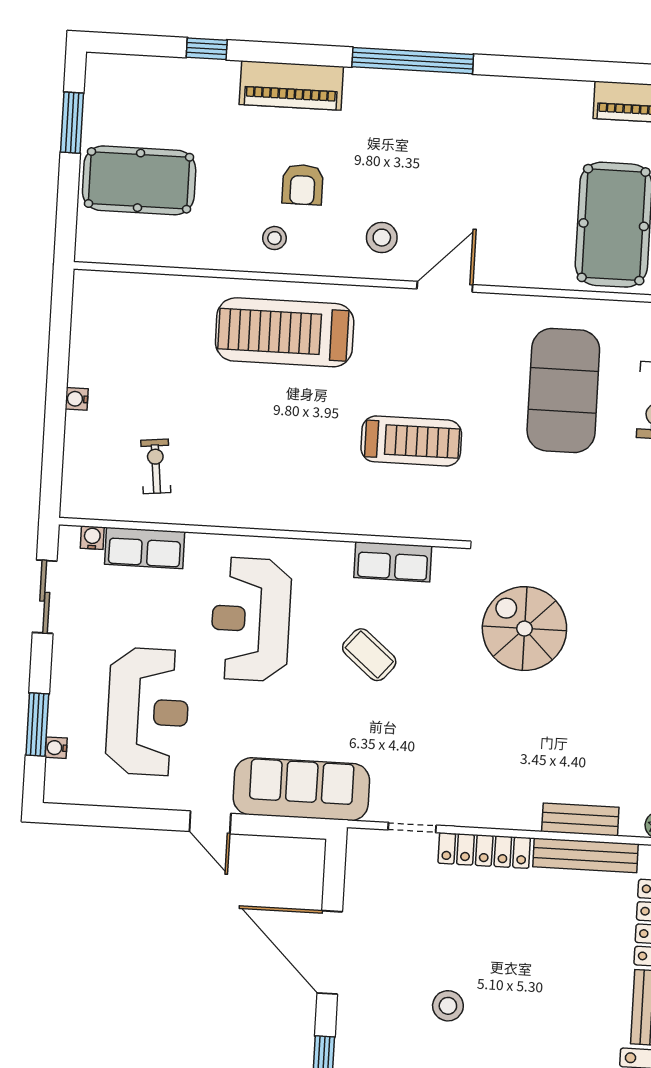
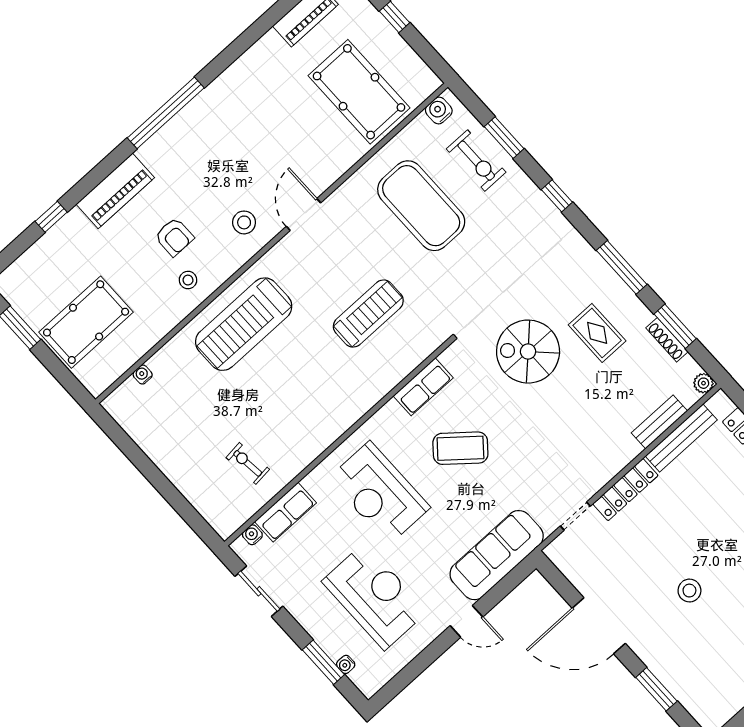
water cooler: (77, 399) -> (143, 375), moved, turned 90
coffee table: (369, 655) -> (460, 448), width x1.36, depth x1.30
rug: (607, 677) -> (597, 333), added

